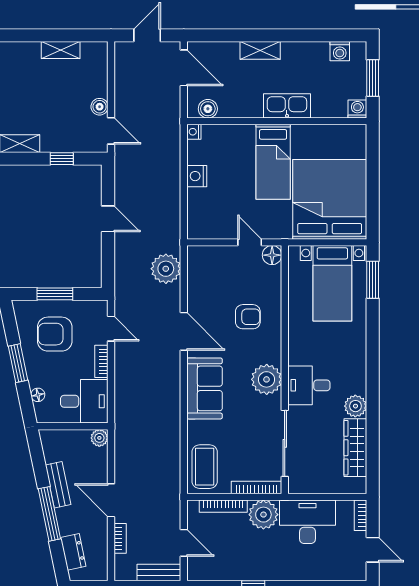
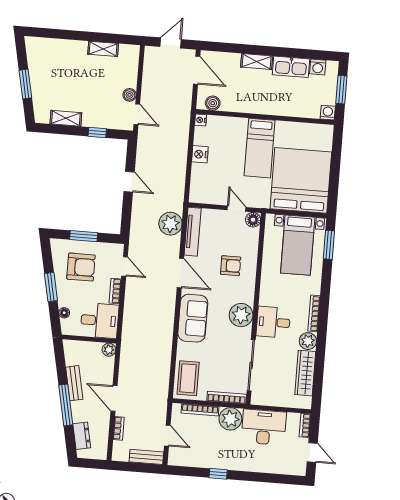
kitchen sink: (287, 106) -> (291, 67), moved, turned 180
tv unit: (195, 277) -> (193, 232), added
armchair: (55, 334) -> (81, 267), turned 180
bookcase: (361, 370) -> (314, 313), added

